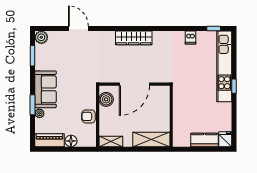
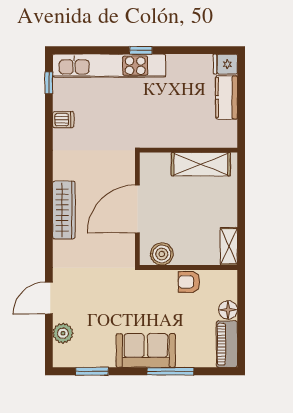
plant: (41, 37) -> (63, 333), moved
door: (134, 84) -> (137, 209), swing flipped
window: (32, 105) -> (170, 371), width x1.44
plant: (39, 113) -> (184, 360), removed
armchair: (89, 116) -> (189, 282), turned 90
shelving: (151, 139) -> (201, 164), moved, turned 90

